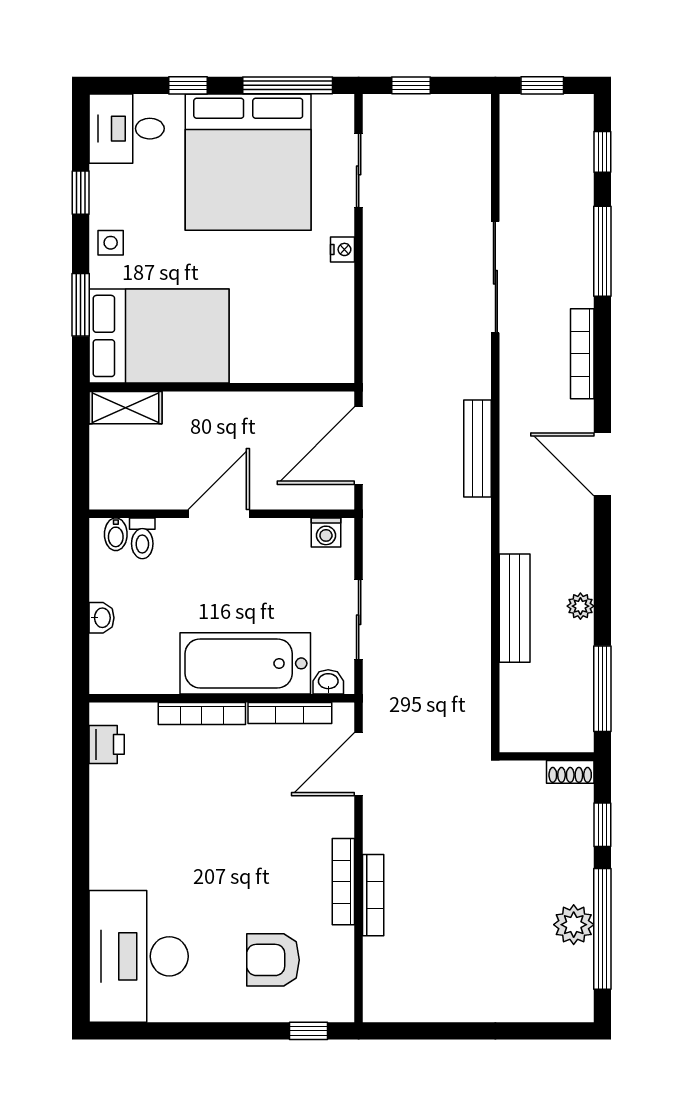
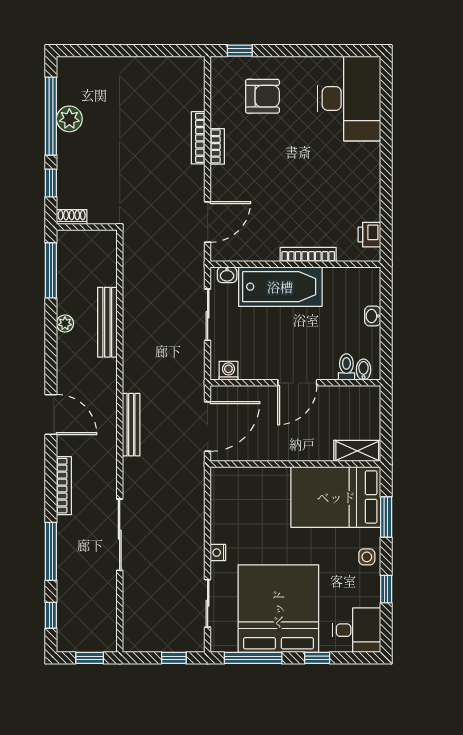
bookcase: (290, 713) -> (252, 255), removed
bookcase: (343, 882) -> (217, 146), width x0.64

